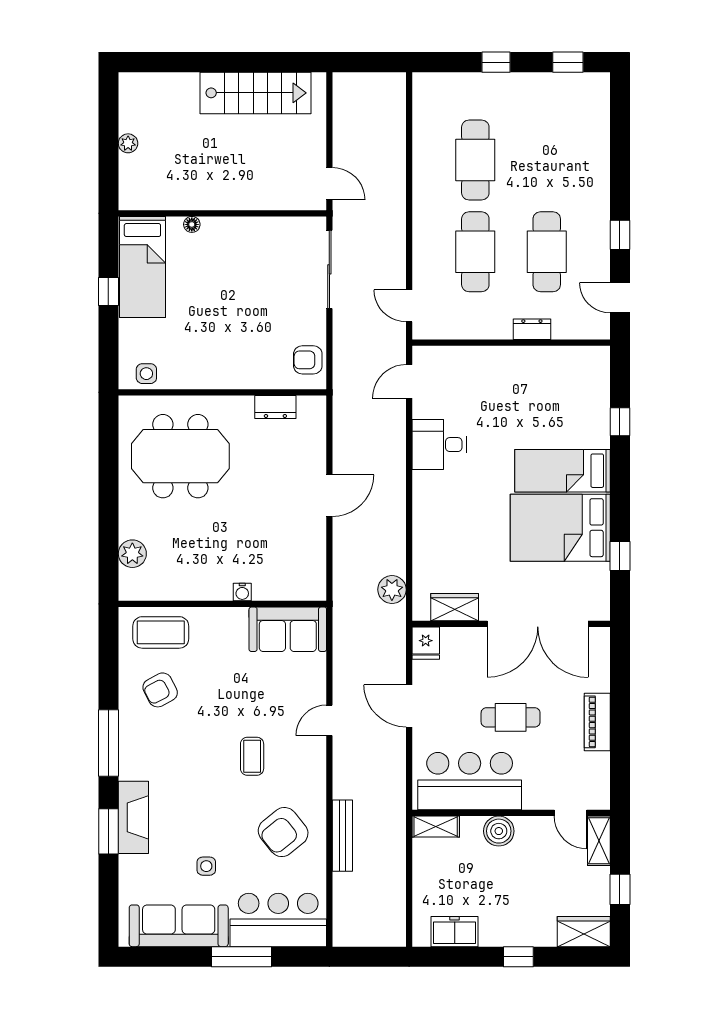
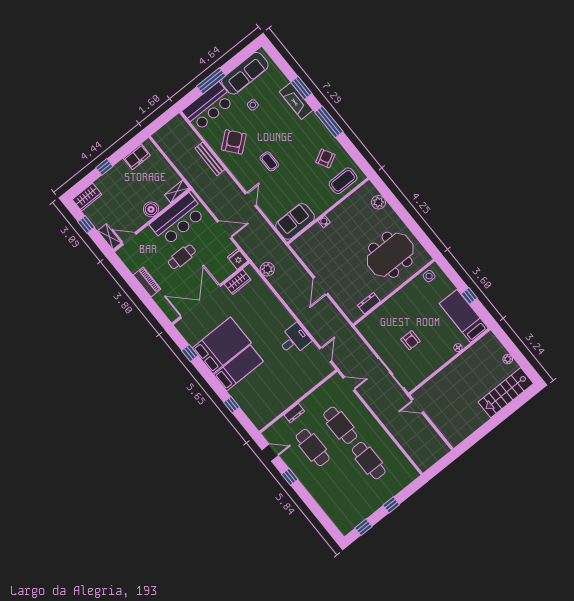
stairs: (255, 93) -> (506, 393), moved
armchair: (308, 360) -> (411, 340), moved, turned 90

